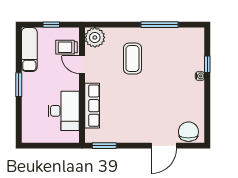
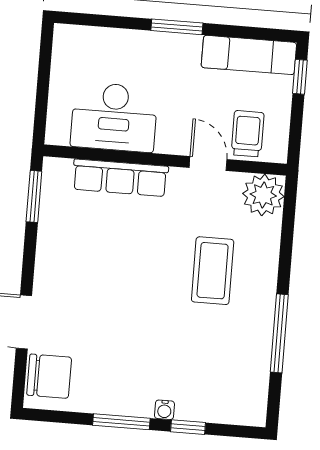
window: (51, 25) -> (300, 77), moved
coffee table: (132, 59) -> (213, 271), turned 90
door: (82, 65) -> (208, 163), hinge flipped
window: (207, 96) -> (121, 422), added

